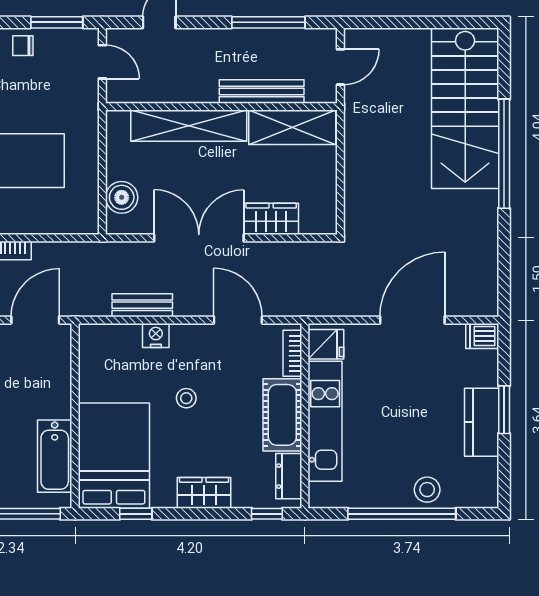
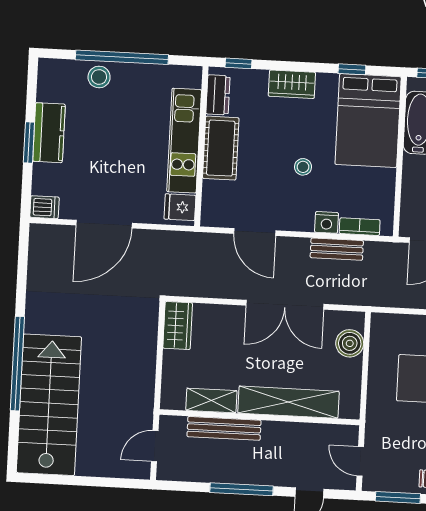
window: (268, 22) -> (241, 489), moved
shelving: (292, 127) -> (211, 401), width x0.67, depth x0.75
wardrobe: (271, 219) -> (178, 325), moved, turned -90
bookcase: (292, 353) -> (360, 227), moved, turned -90

